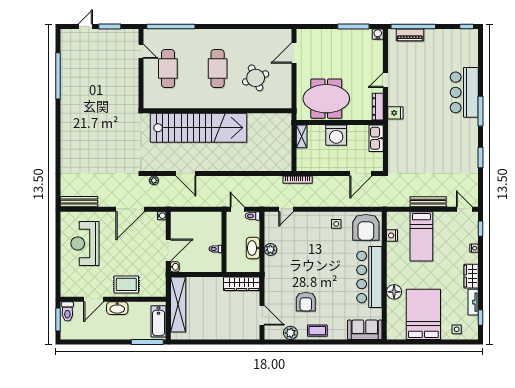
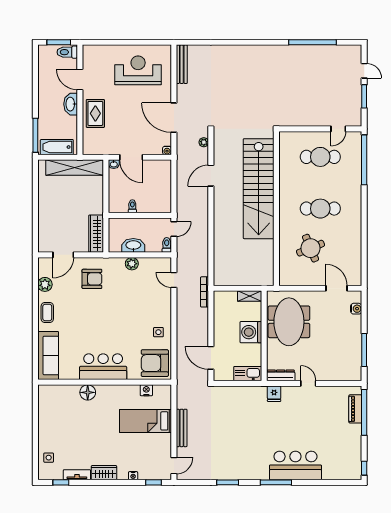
water cooler: (378, 34) -> (356, 309), moved
bar counter: (369, 277) -> (103, 367), width x0.73
armchair: (306, 302) -> (92, 279), moved, turned 180
bed: (423, 314) -> (64, 423), removed
sofa: (365, 330) -> (48, 356), width x1.36

